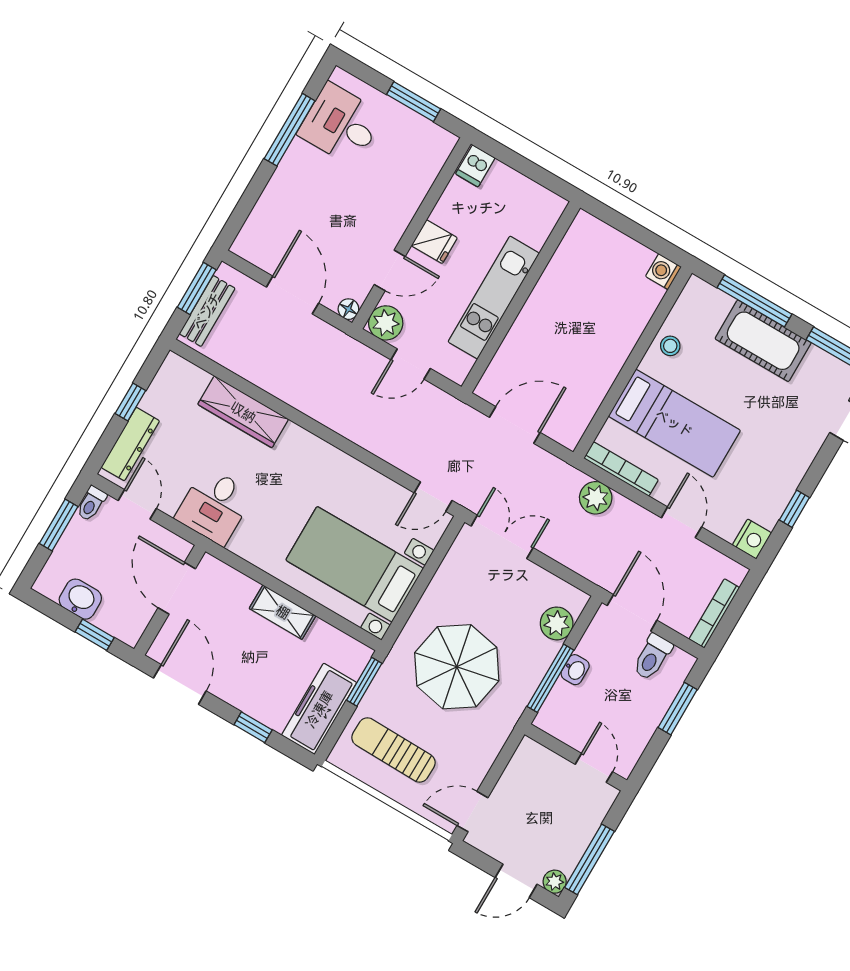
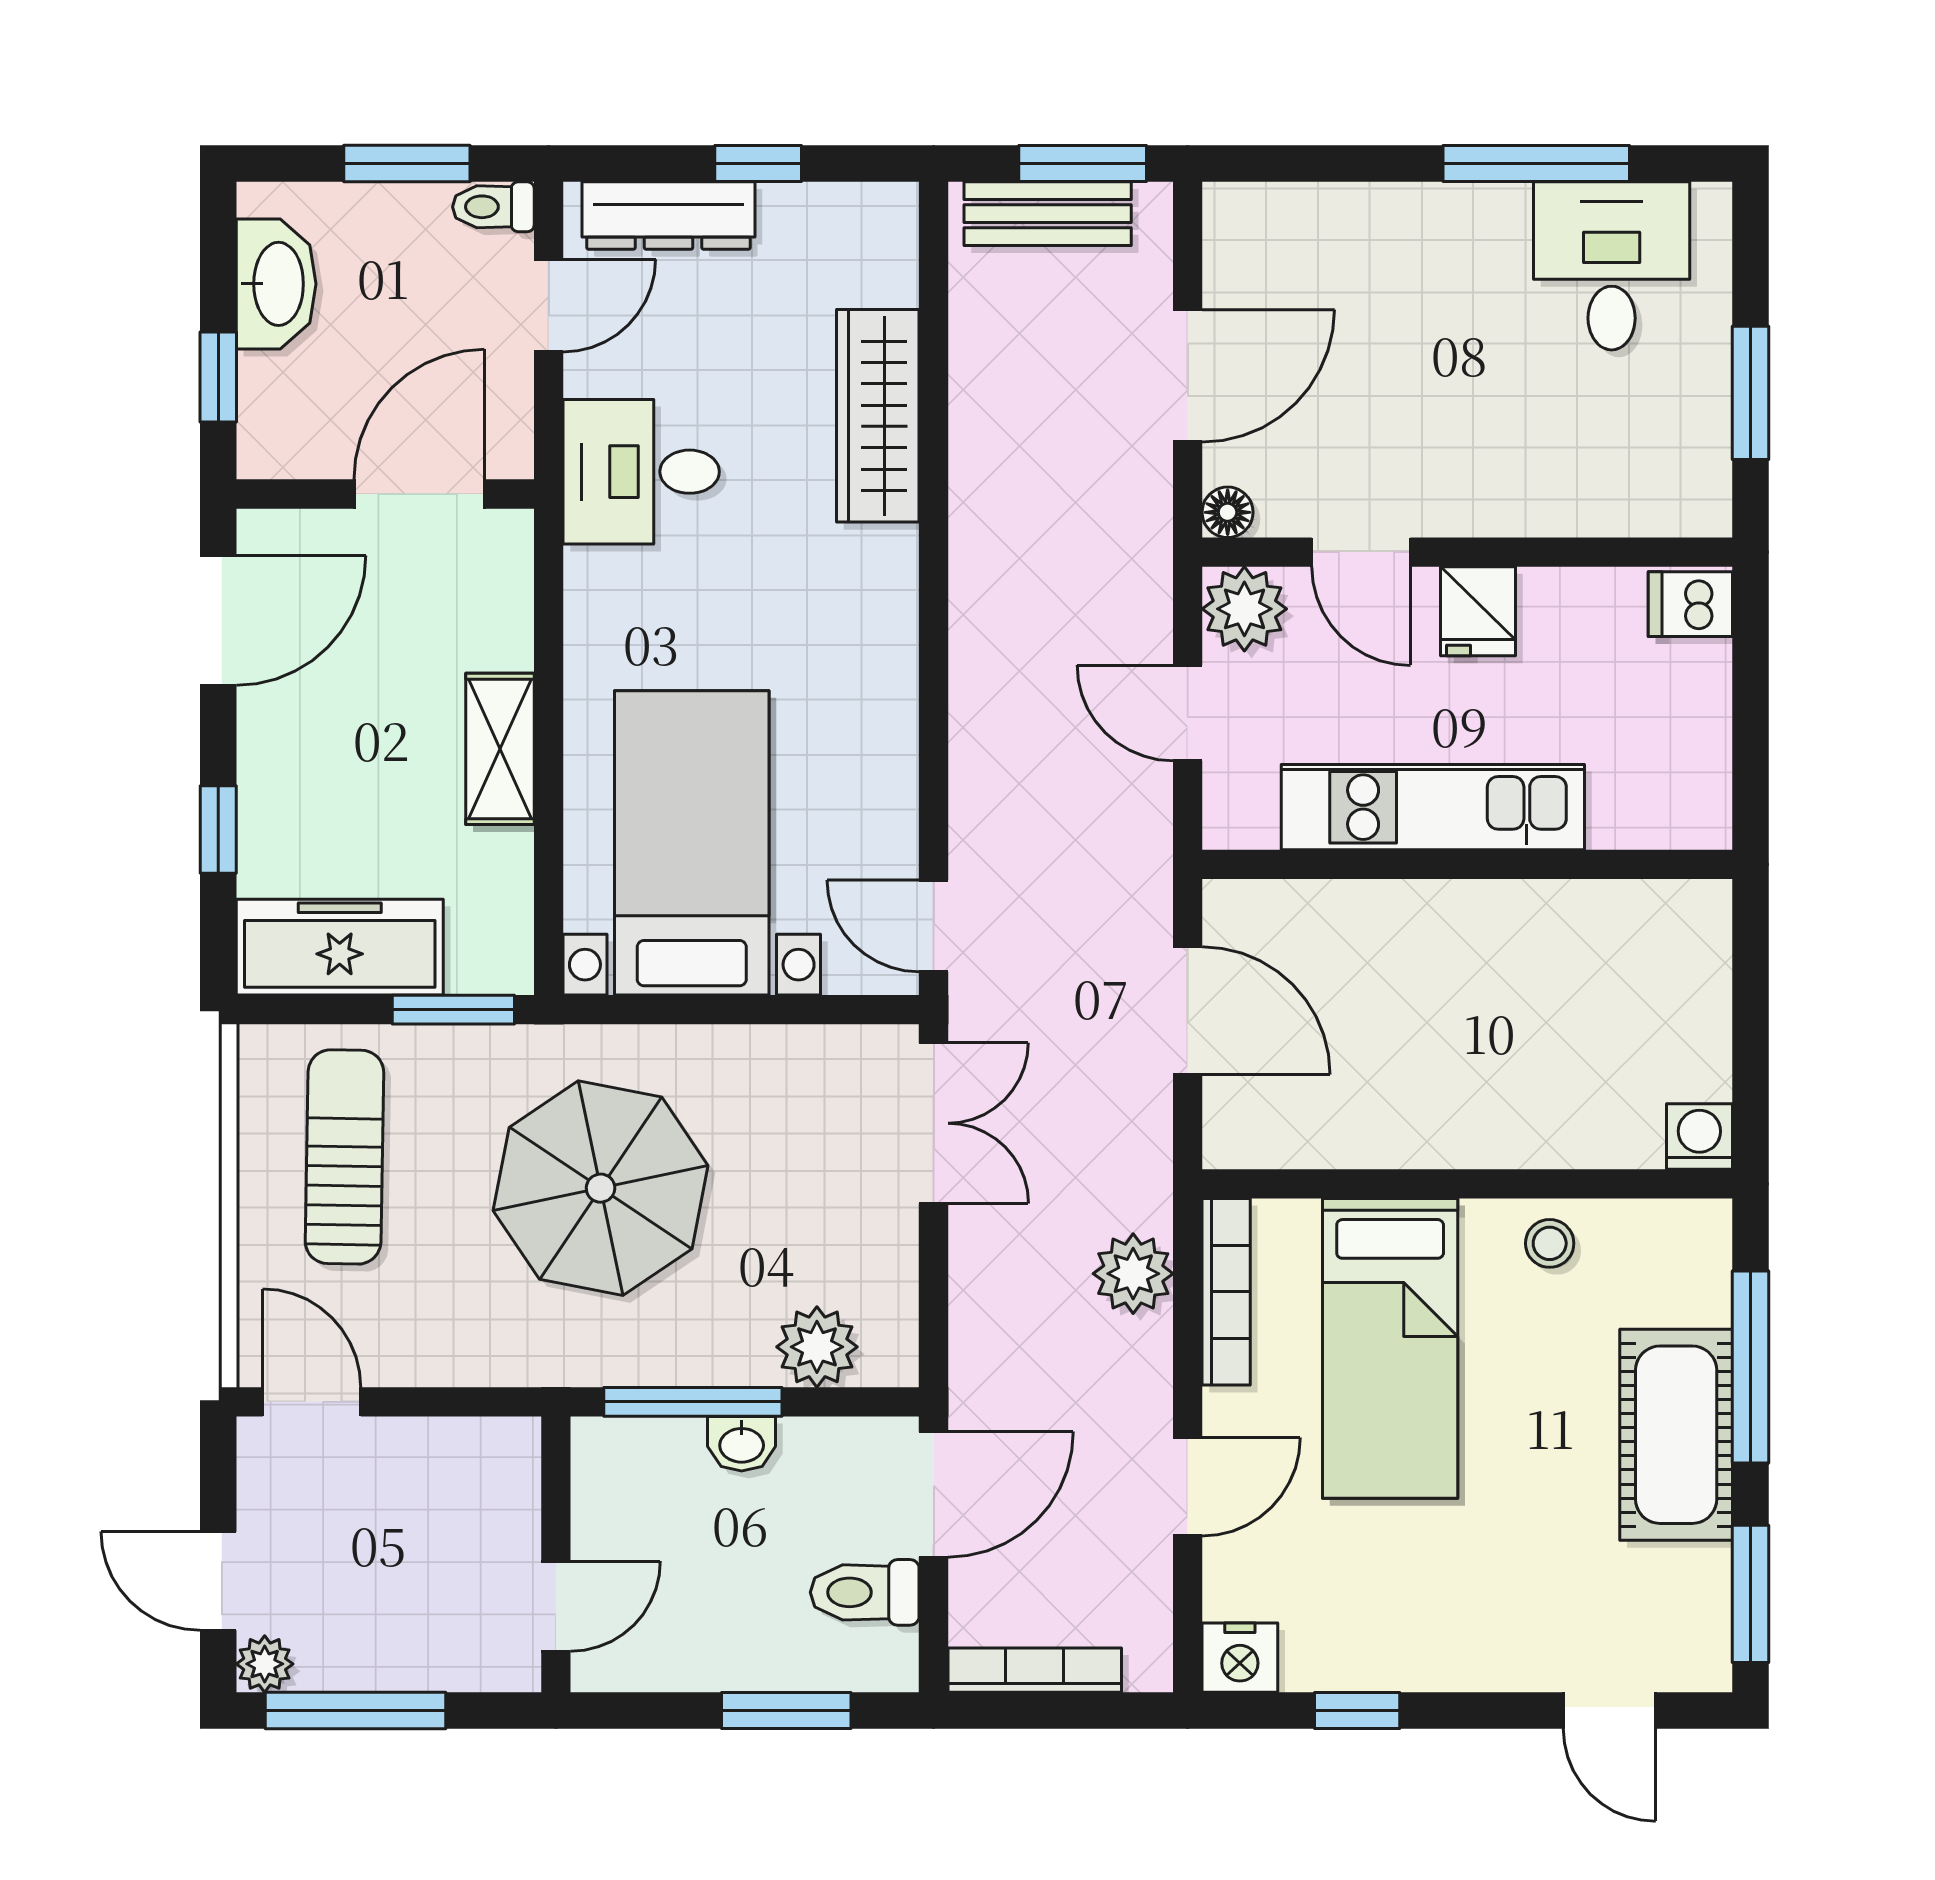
washbasin: (80, 599) -> (276, 284), width x1.38

